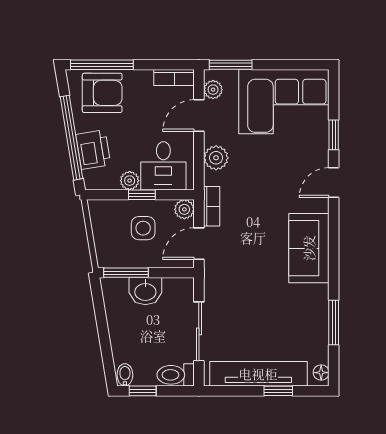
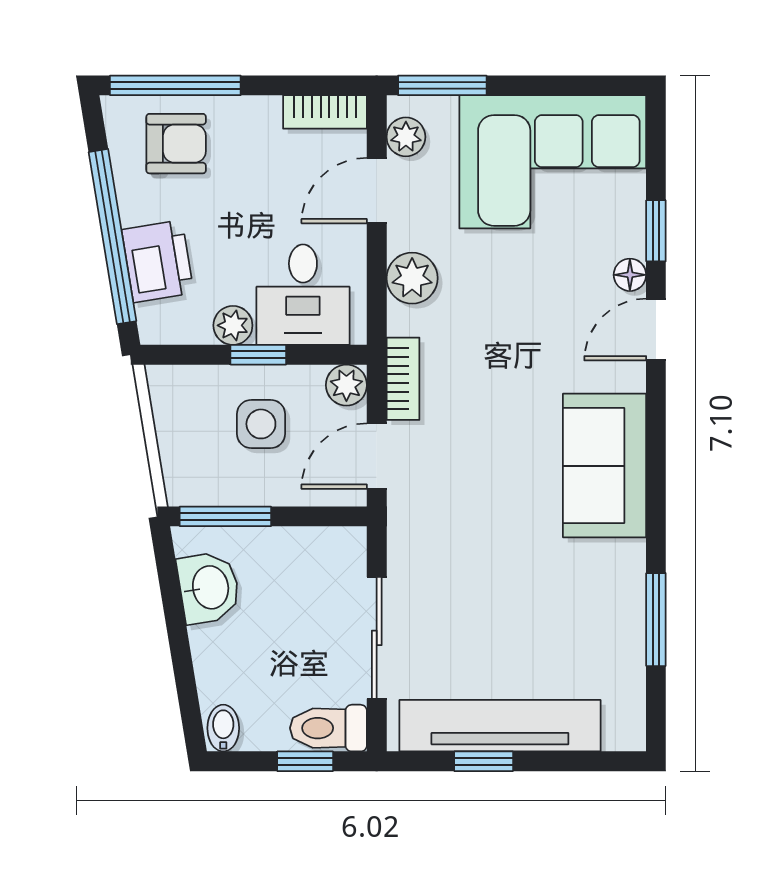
armchair: (102, 93) -> (176, 144), width x0.72, depth x0.72
washbasin: (145, 291) -> (209, 588), moved, turned -99
floor lamp: (321, 373) -> (630, 275), moved
window: (143, 391) -> (305, 761), moved
window: (278, 391) -> (484, 761), moved

